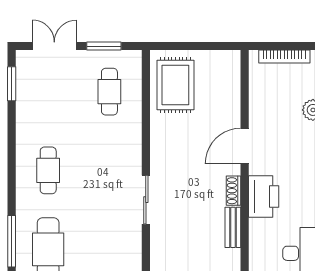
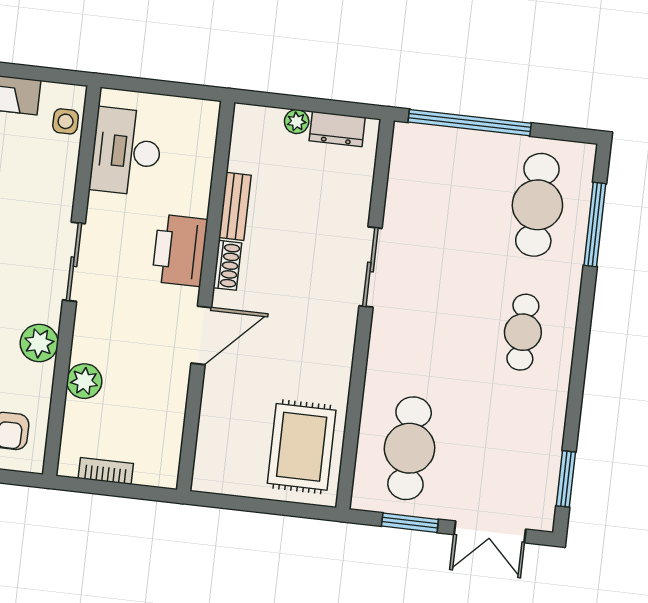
bookcase: (284, 57) -> (106, 471), width x0.64
cafe table: (109, 92) -> (410, 448), width x1.37, depth x1.35

